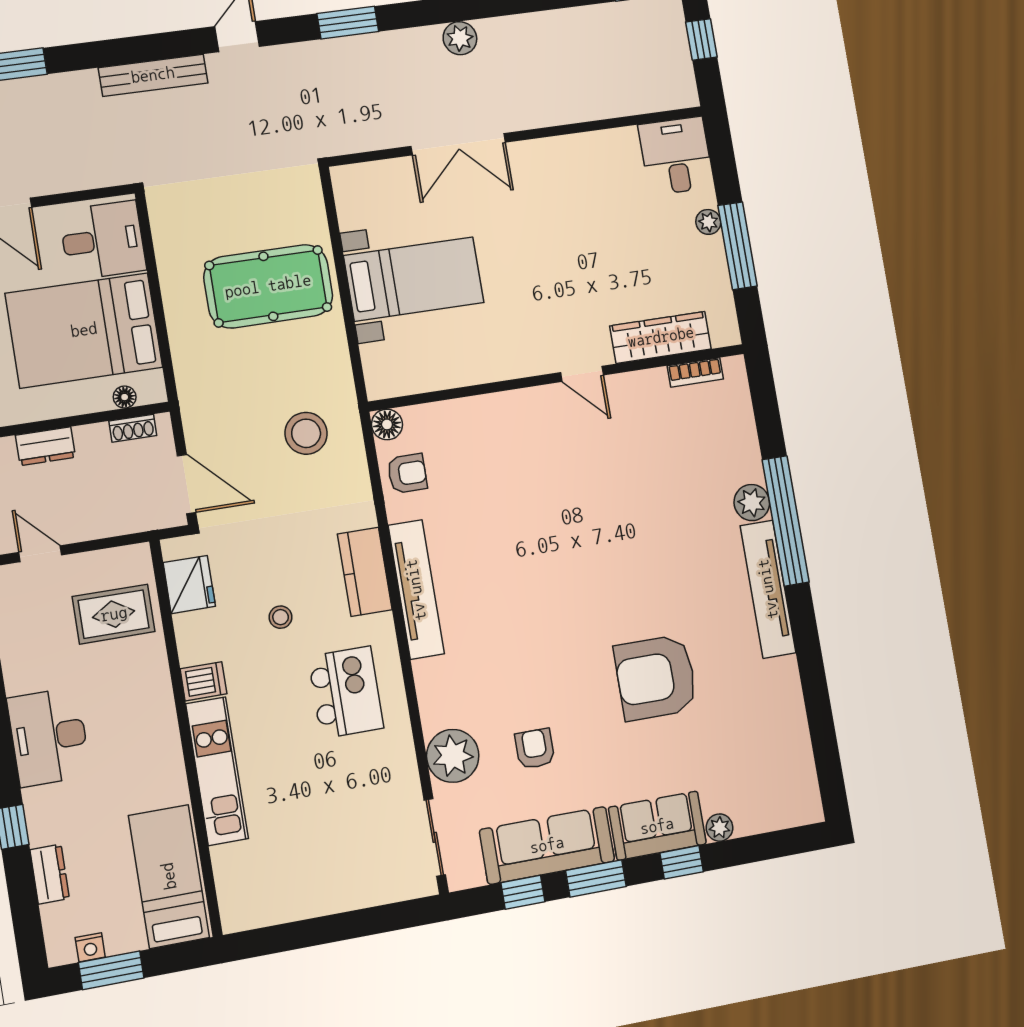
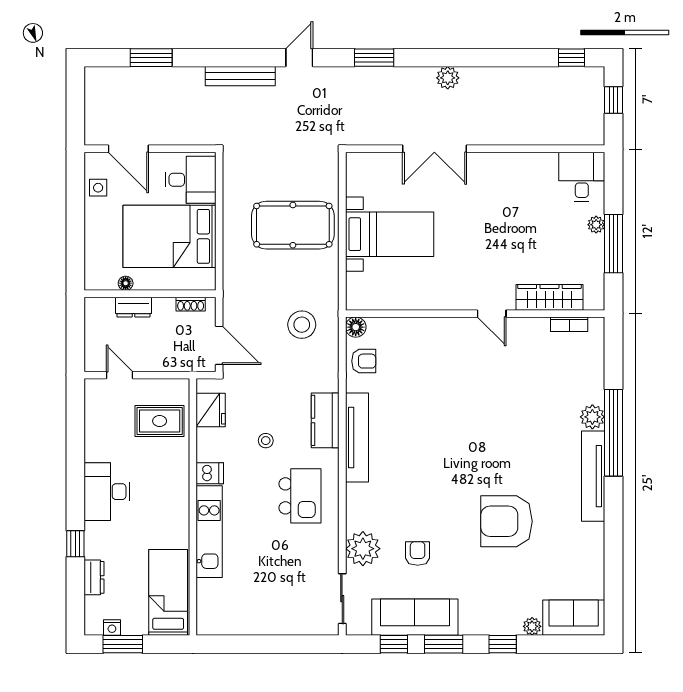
floor lamp: (125, 397) -> (126, 283), moved
sofa: (657, 826) -> (574, 618), moved

